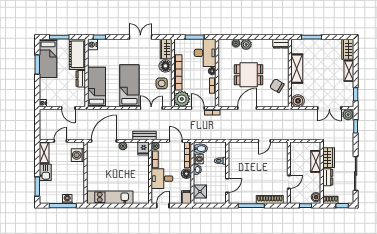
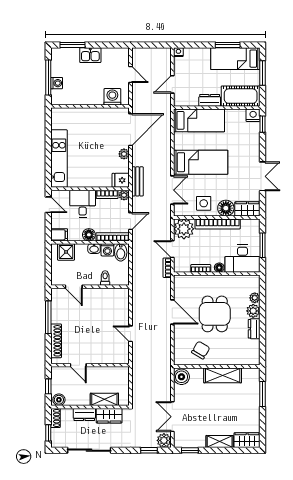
dresser: (281, 44) -> (254, 329), moved
door: (198, 108) -> (172, 249), swing flipped
door: (104, 141) -> (131, 130), hinge flipped
shelving: (44, 153) -> (116, 54), removed
kitchen unit: (110, 197) -> (59, 159), moved

